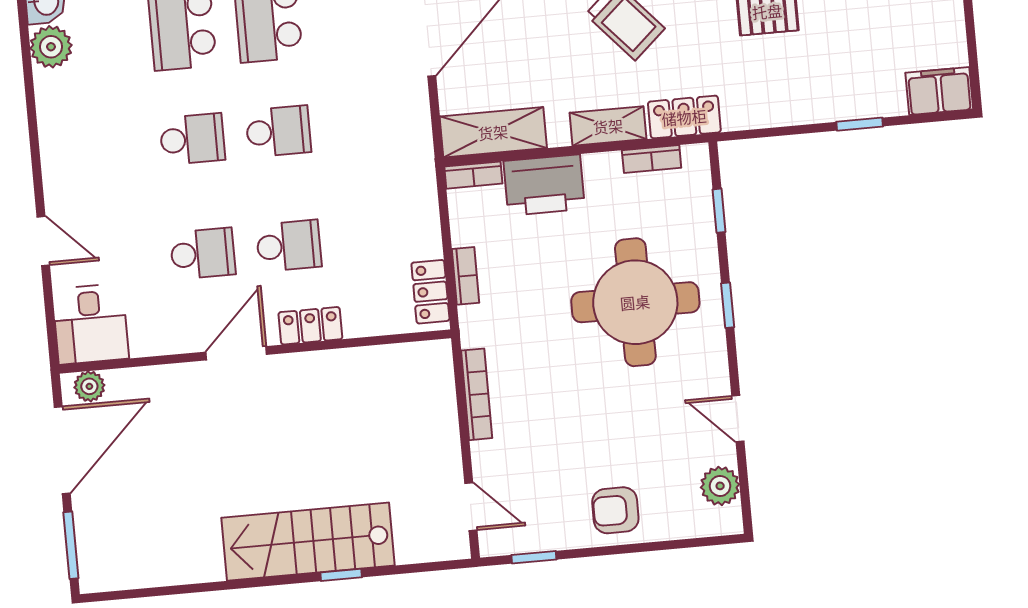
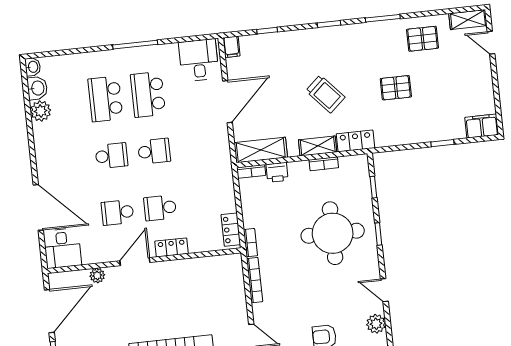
bookcase: (652, 159) -> (324, 164), moved
printer: (544, 185) -> (277, 172), width x0.53, depth x0.68
door: (43, 241) -> (38, 207), width x1.87
school desk: (289, 246) -> (160, 208), turned 180
school desk: (203, 254) -> (118, 212), turned 180
bookcase: (466, 276) -> (250, 243), moved
plant: (89, 386) -> (97, 275), moved

